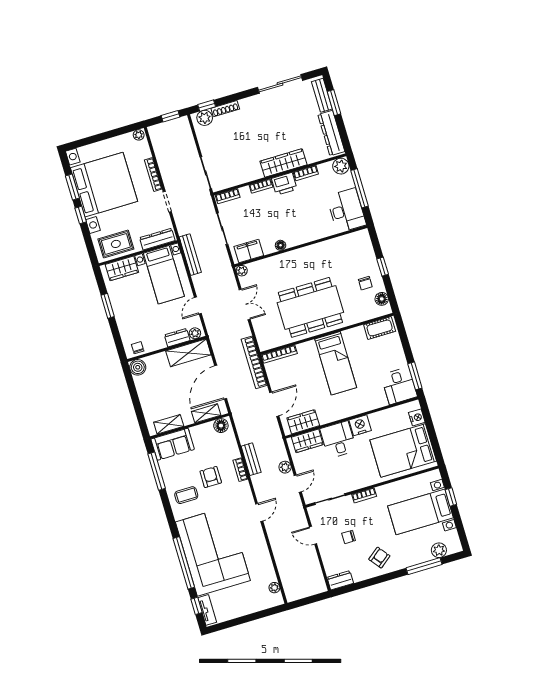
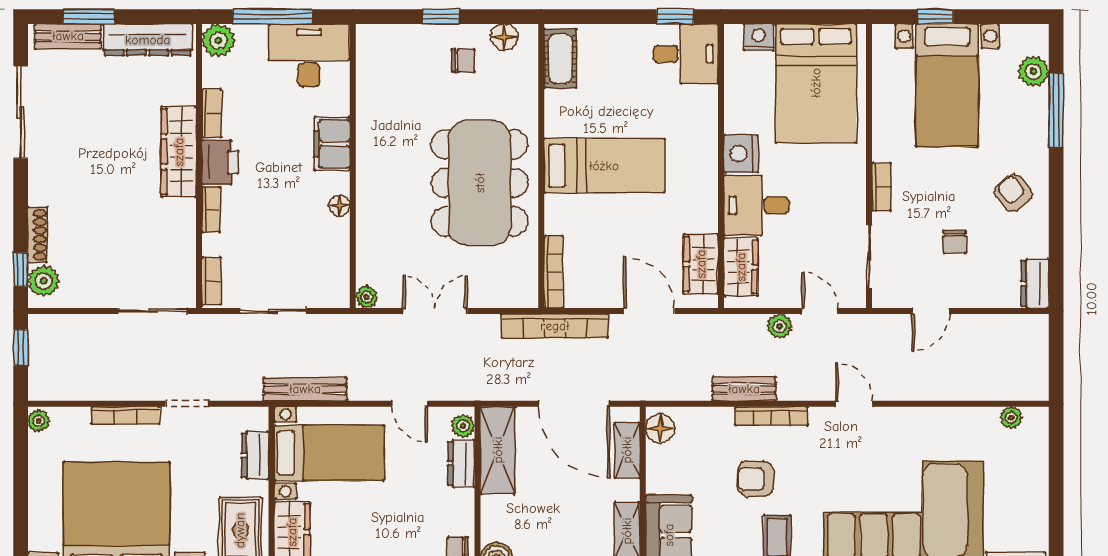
dresser: (157, 239) -> (255, 455), width x0.70
filing cabinet: (249, 251) -> (332, 144), moved
window: (415, 376) -> (675, 17), width x0.67
bookcase: (240, 470) -> (771, 416), width x1.56

